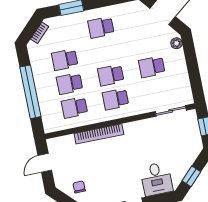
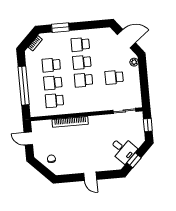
school desk: (116, 99) -> (82, 62), moved
door: (45, 163) -> (28, 139), hinge flipped
desk: (156, 179) -> (123, 150), moved, turned -45

